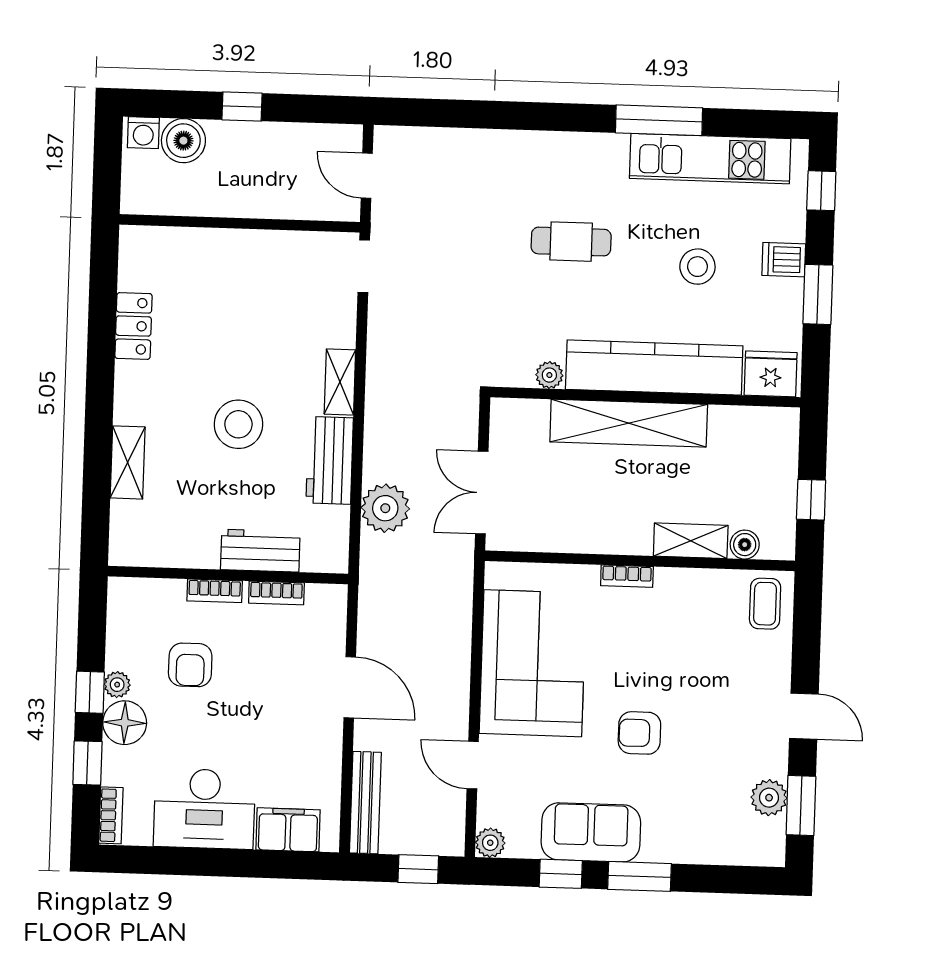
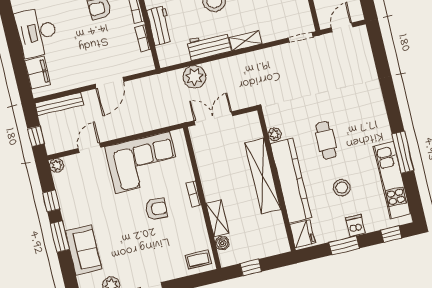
cafe table: (571, 242) -> (326, 140), moved
armchair: (639, 733) -> (156, 209), moved, turned 93
sofa: (591, 832) -> (83, 250), moved

